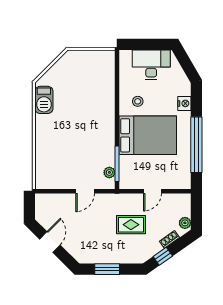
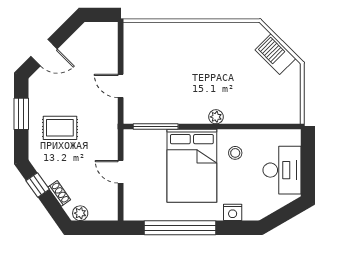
barbecue: (44, 100) -> (275, 54), moved, turned 45
plant: (109, 172) -> (216, 117), moved
rug: (131, 225) -> (60, 128), moved, turned 90
door: (50, 242) -> (44, 53), moved

